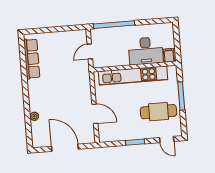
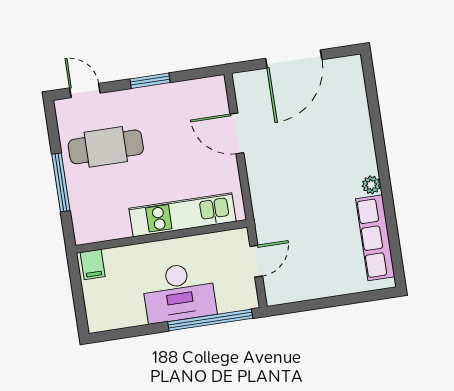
desk: (146, 51) -> (179, 292), moved, turned 180
kitchen unit: (133, 76) -> (182, 215), width x0.73
plant: (34, 116) -> (371, 185), moved
door: (65, 148) -> (294, 59), hinge flipped

